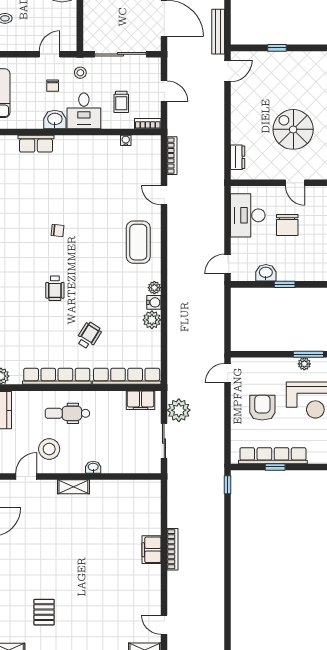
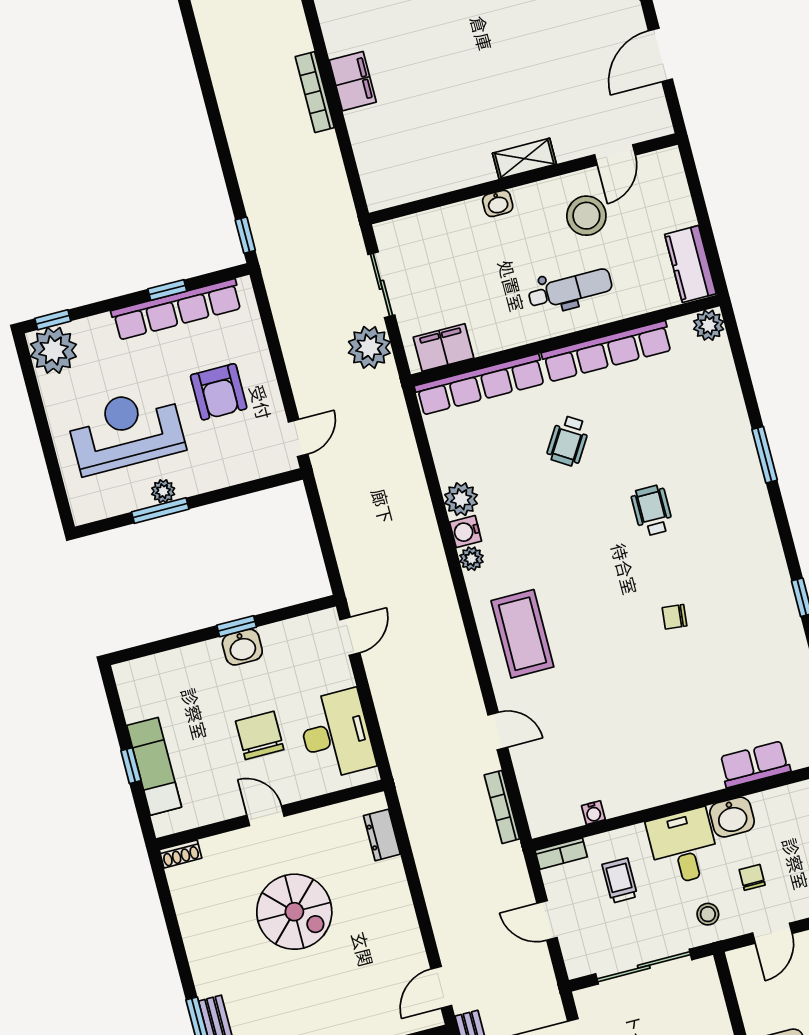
washbasin: (266, 273) -> (242, 647), moved

